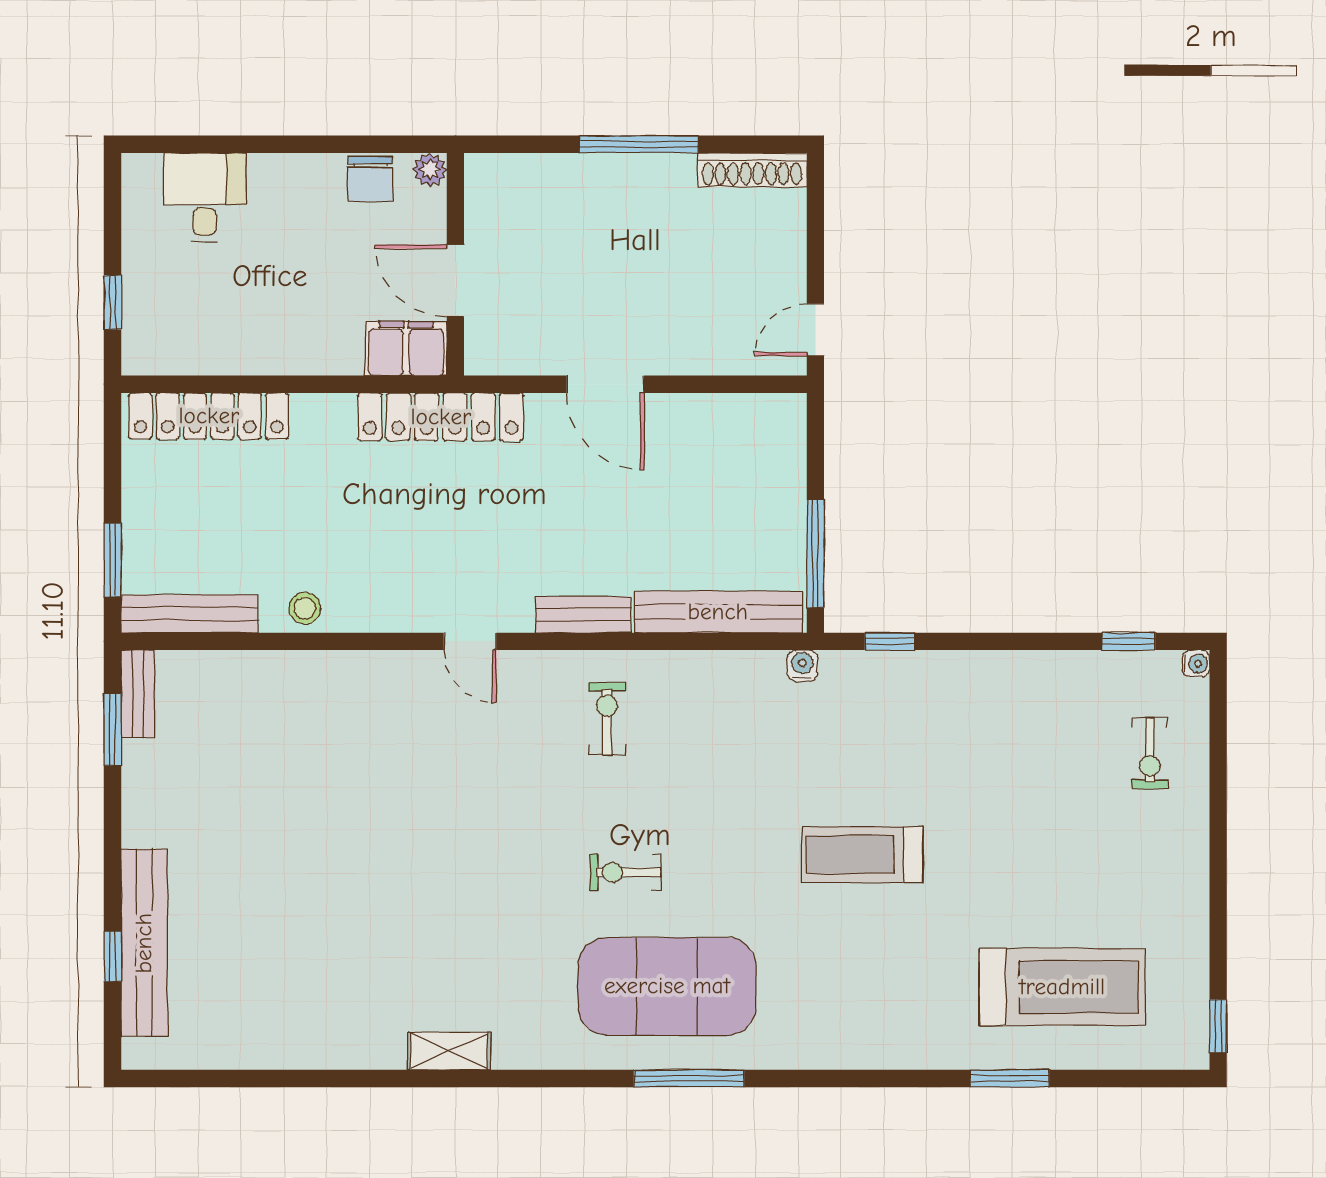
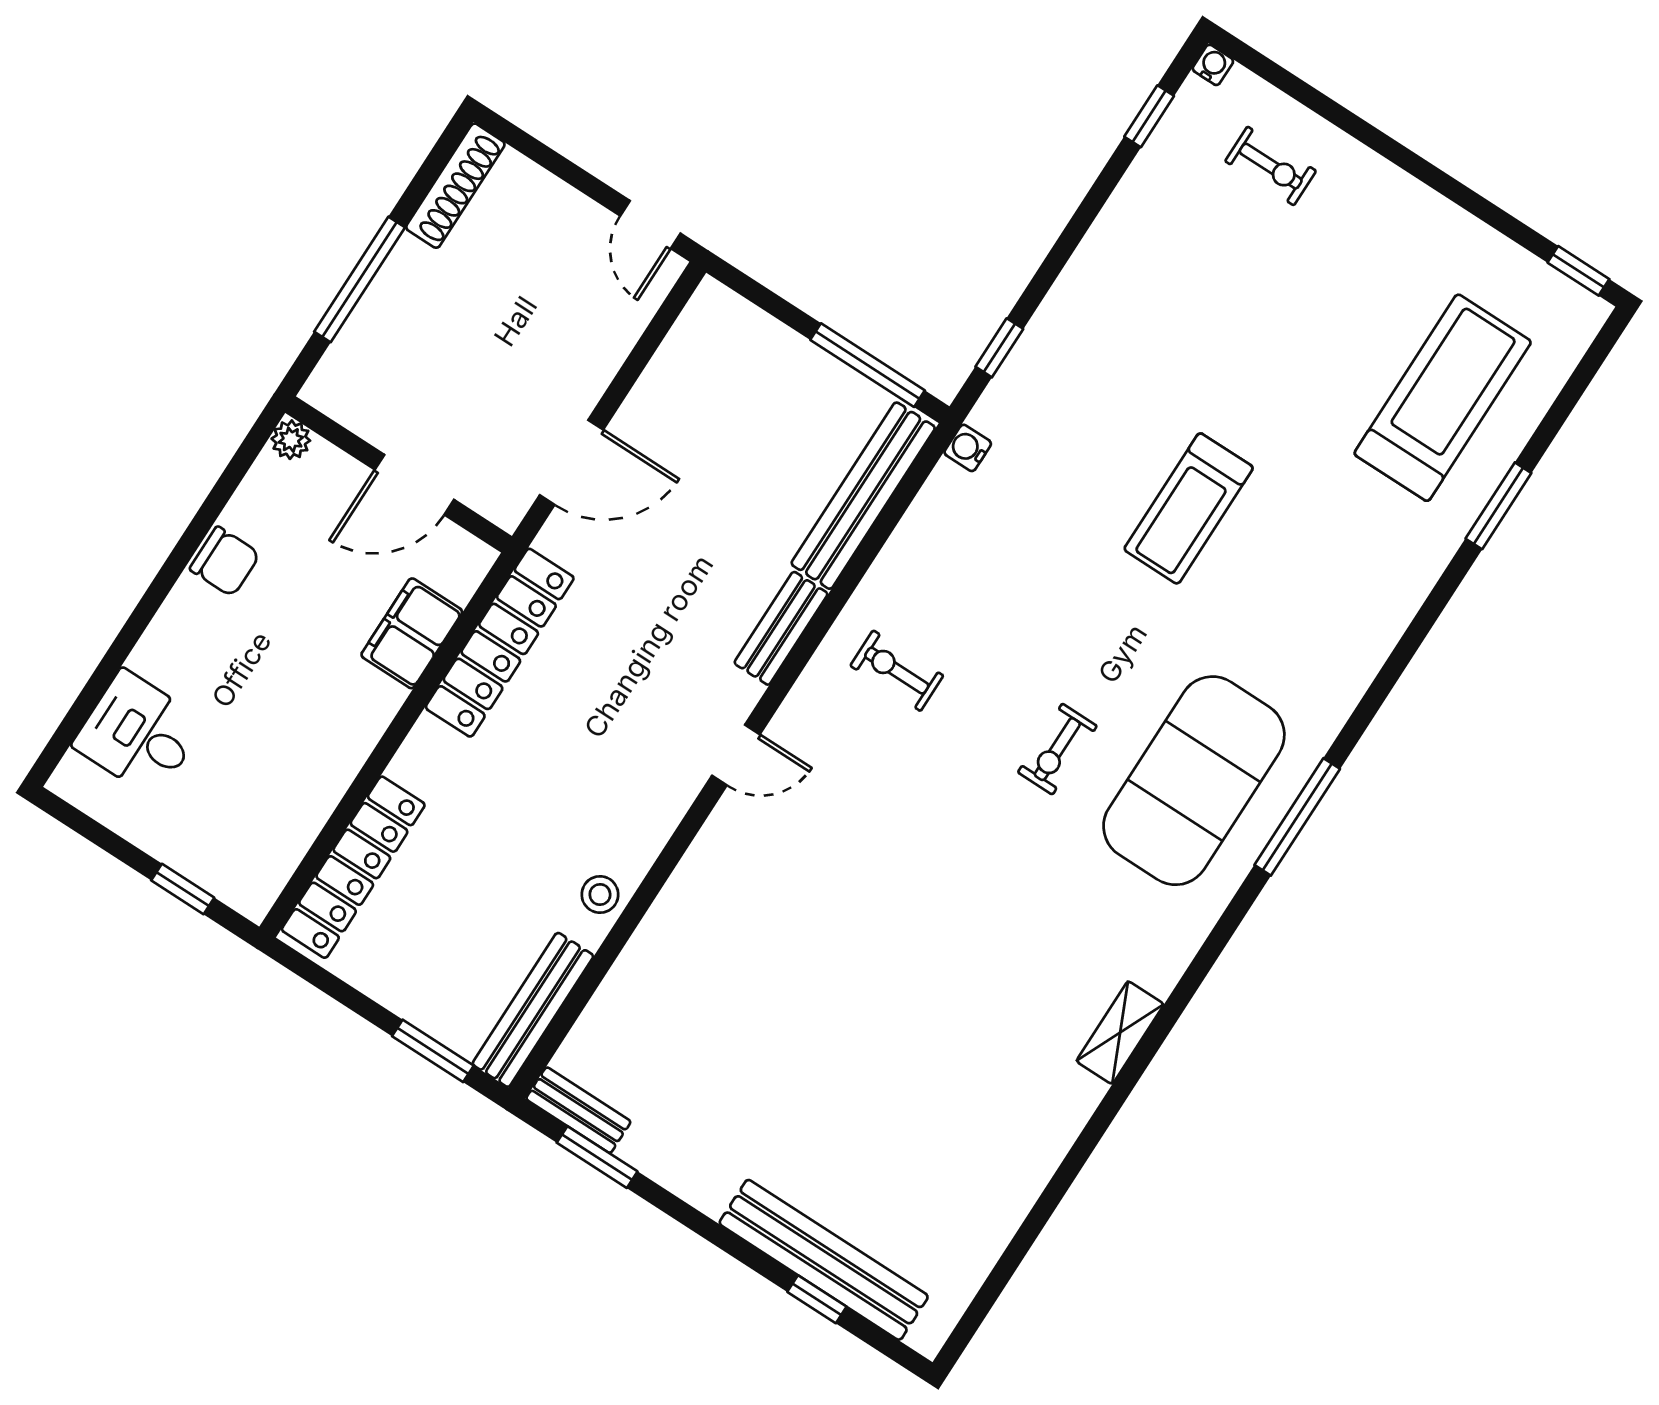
plant: (430, 170) -> (291, 440), moved
wall: (455, 264) -> (399, 474), moved
door: (455, 281) -> (414, 485), moved

